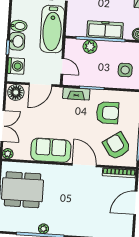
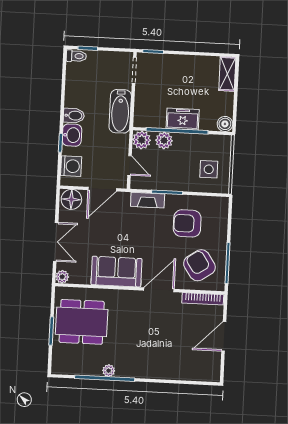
bathtub: (52, 29) -> (120, 111), width x0.73, depth x0.73
freezer: (105, 30) -> (183, 119), width x0.71
plant: (72, 46) -> (142, 140), added
armchair: (107, 113) -> (187, 223), turned 180
door: (84, 165) -> (159, 290), hinge flipped

